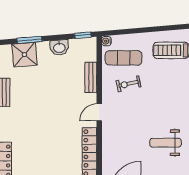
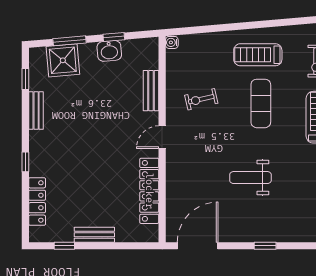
window: (83, 35) -> (114, 37), moved
exercise mat: (123, 58) -> (261, 103), moved, turned 90

